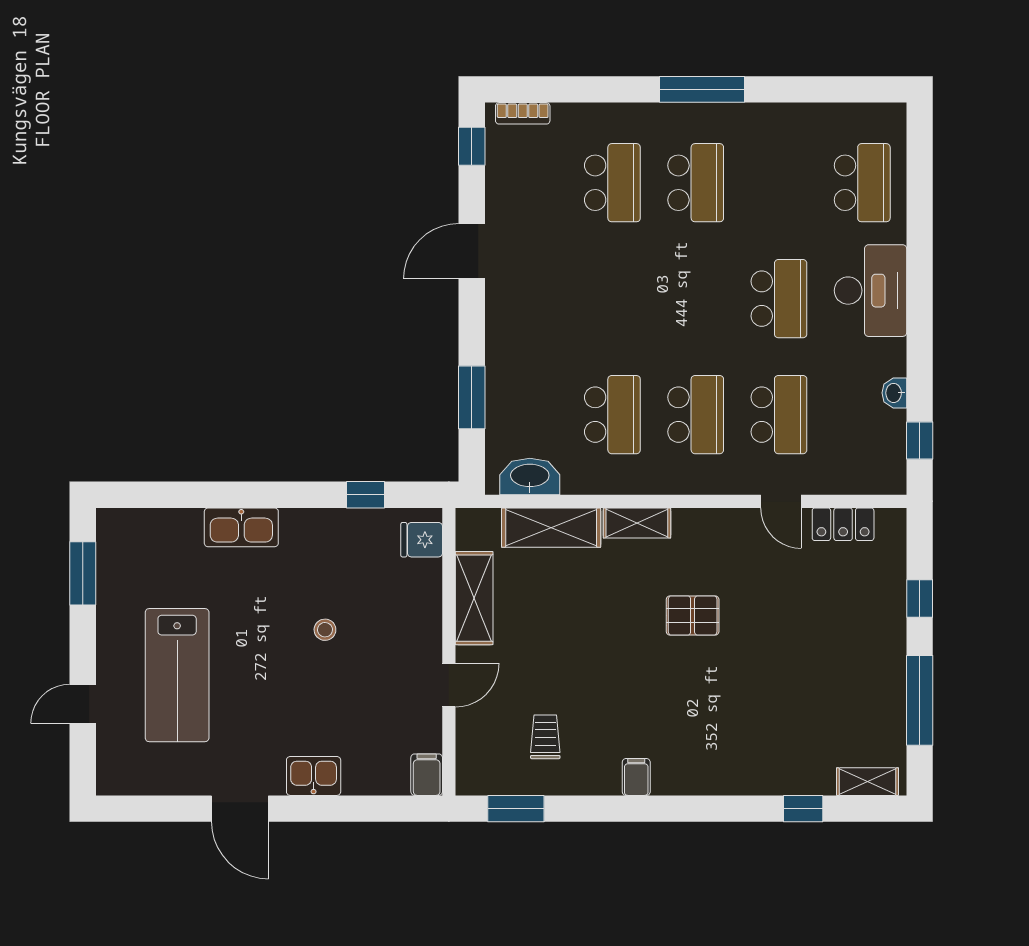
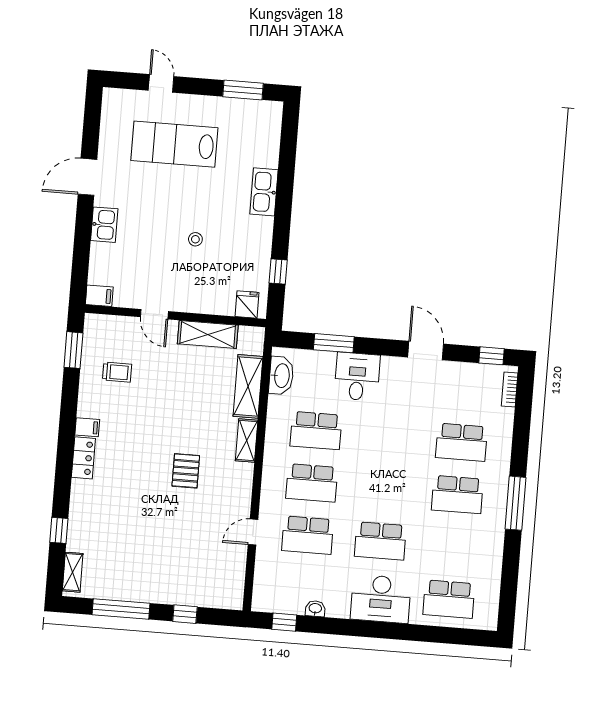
desk: (522, 356) -> (357, 377), added
locker: (843, 524) -> (83, 458), moved, turned 180

